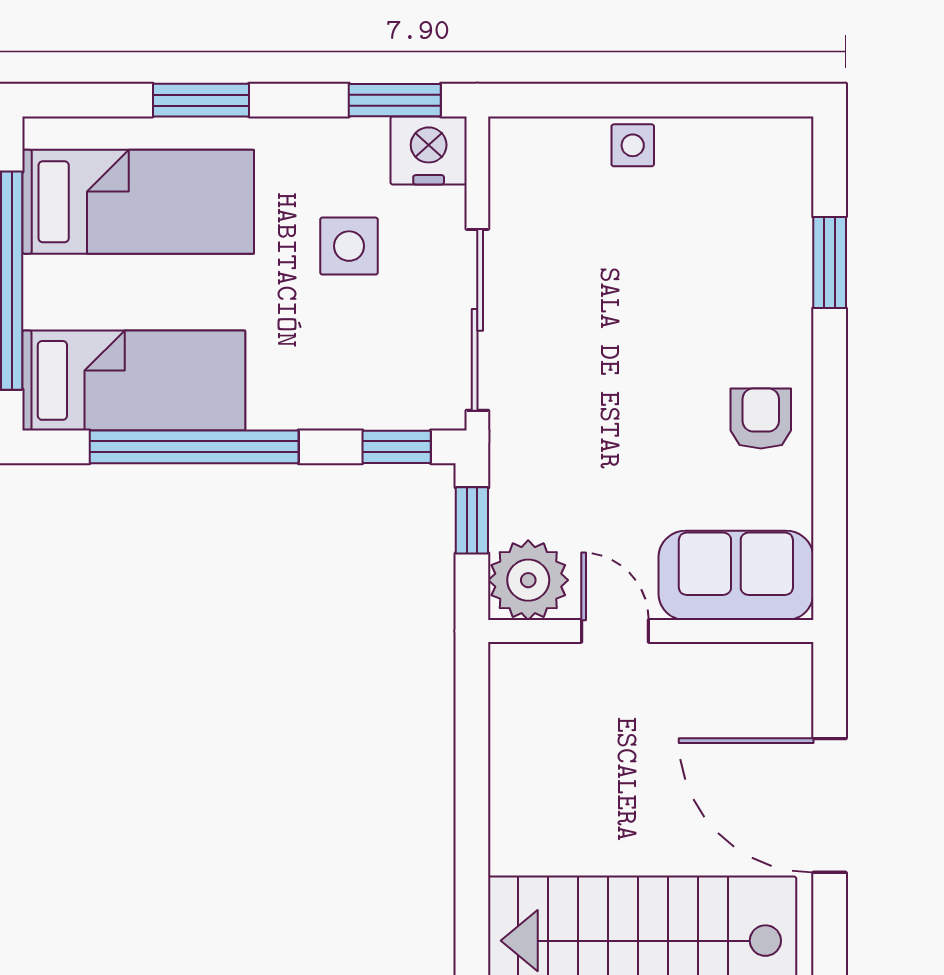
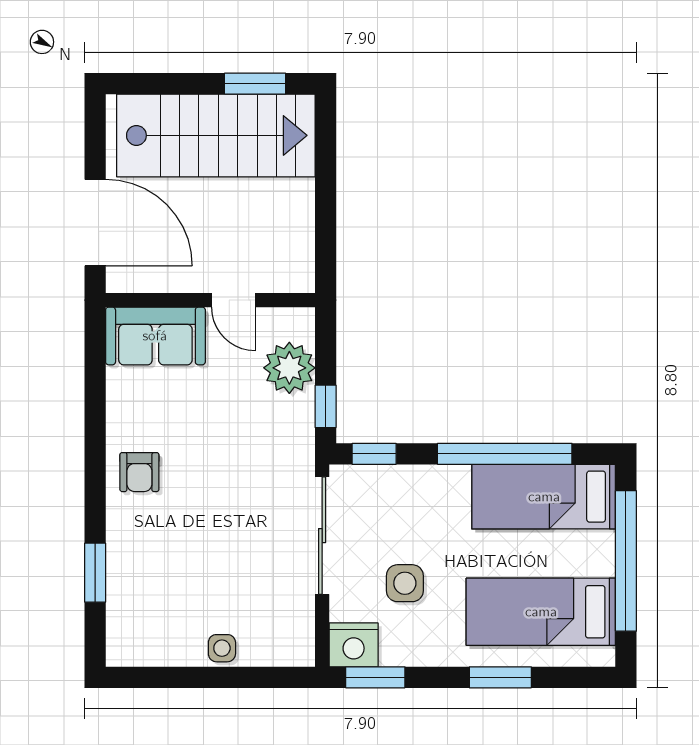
sofa: (736, 575) -> (155, 336), moved
door: (615, 631) -> (233, 300), moved
wall: (651, 631) -> (210, 300), moved

